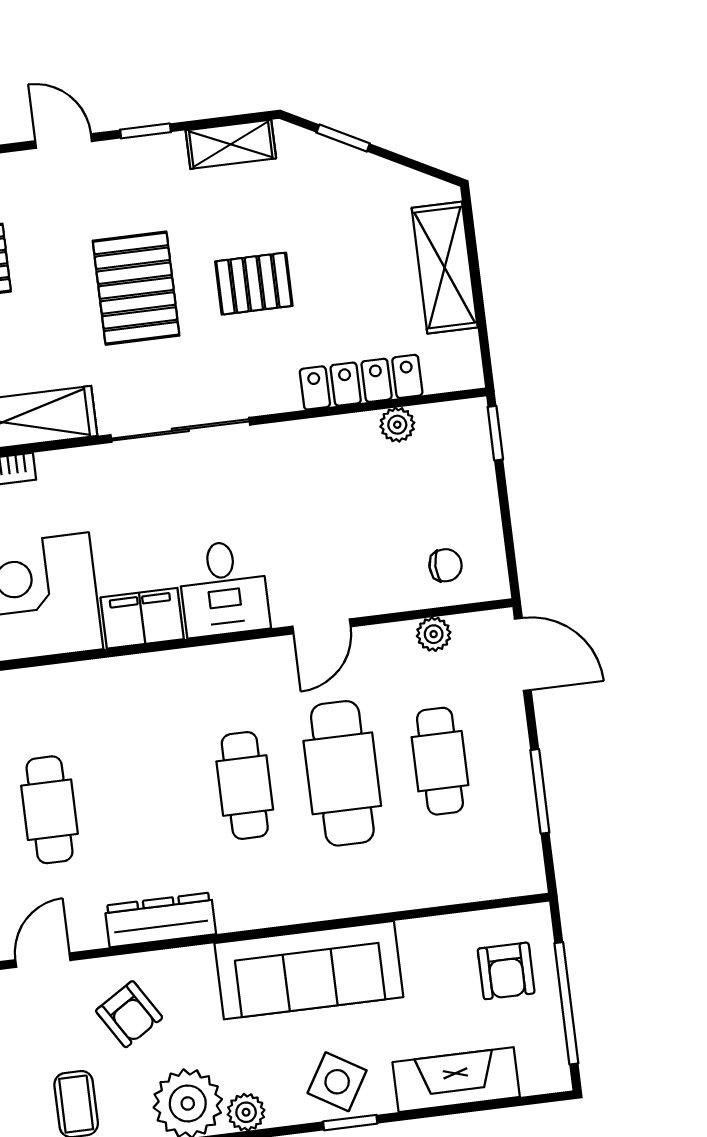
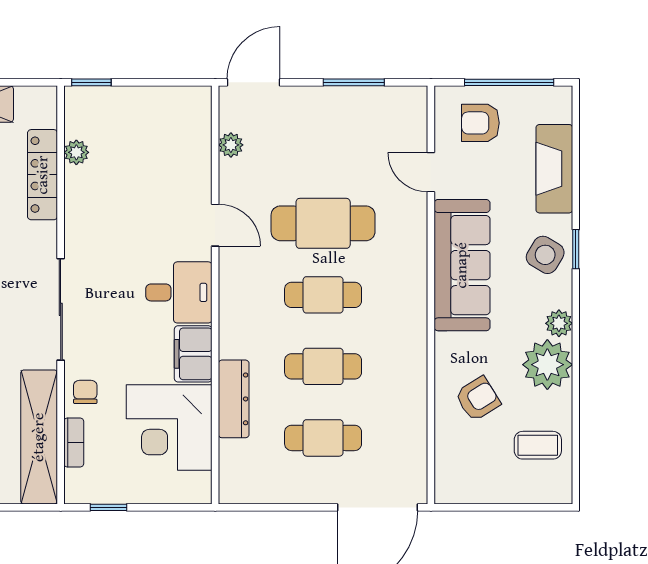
chair: (445, 565) -> (85, 392), moved
cafe table: (440, 761) -> (323, 366), moved
dresser: (160, 920) -> (234, 399), moved, turned 180
door: (43, 960) -> (431, 172), moved
armchair: (506, 971) -> (480, 123), turned 180

